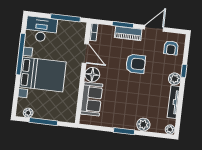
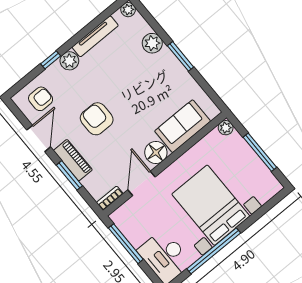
door: (154, 28) -> (39, 138), swing flipped
plant: (28, 113) -> (226, 128), moved

